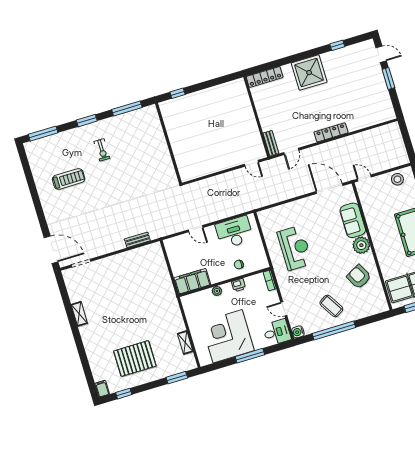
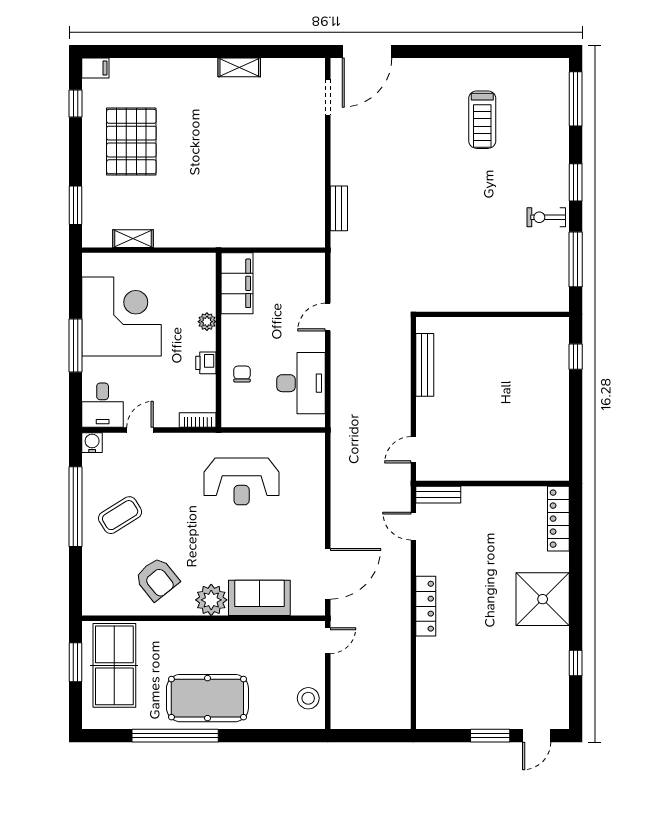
exercise bike: (102, 150) -> (546, 217), moved
bench: (205, 171) -> (425, 365), added
armchair: (359, 277) -> (157, 579), turned 79

